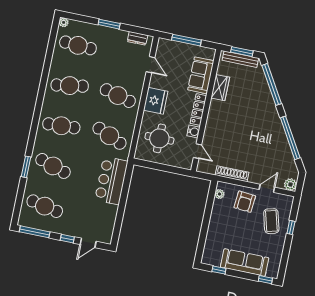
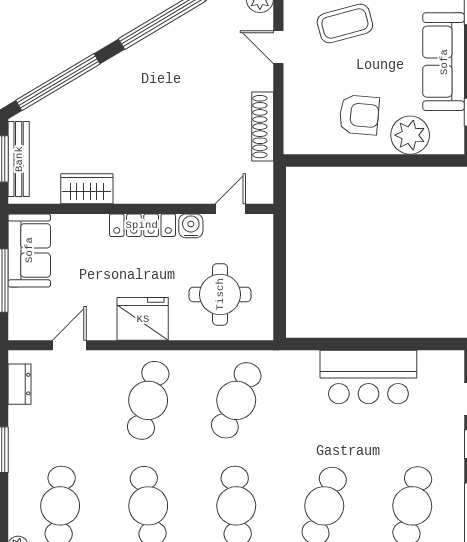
sofa: (201, 75) -> (29, 250), moved, turned -90
bar counter: (111, 181) -> (368, 377), moved
plant: (219, 194) -> (410, 135), moved, width x1.88, depth x1.88
armchair: (245, 202) -> (359, 115), moved

